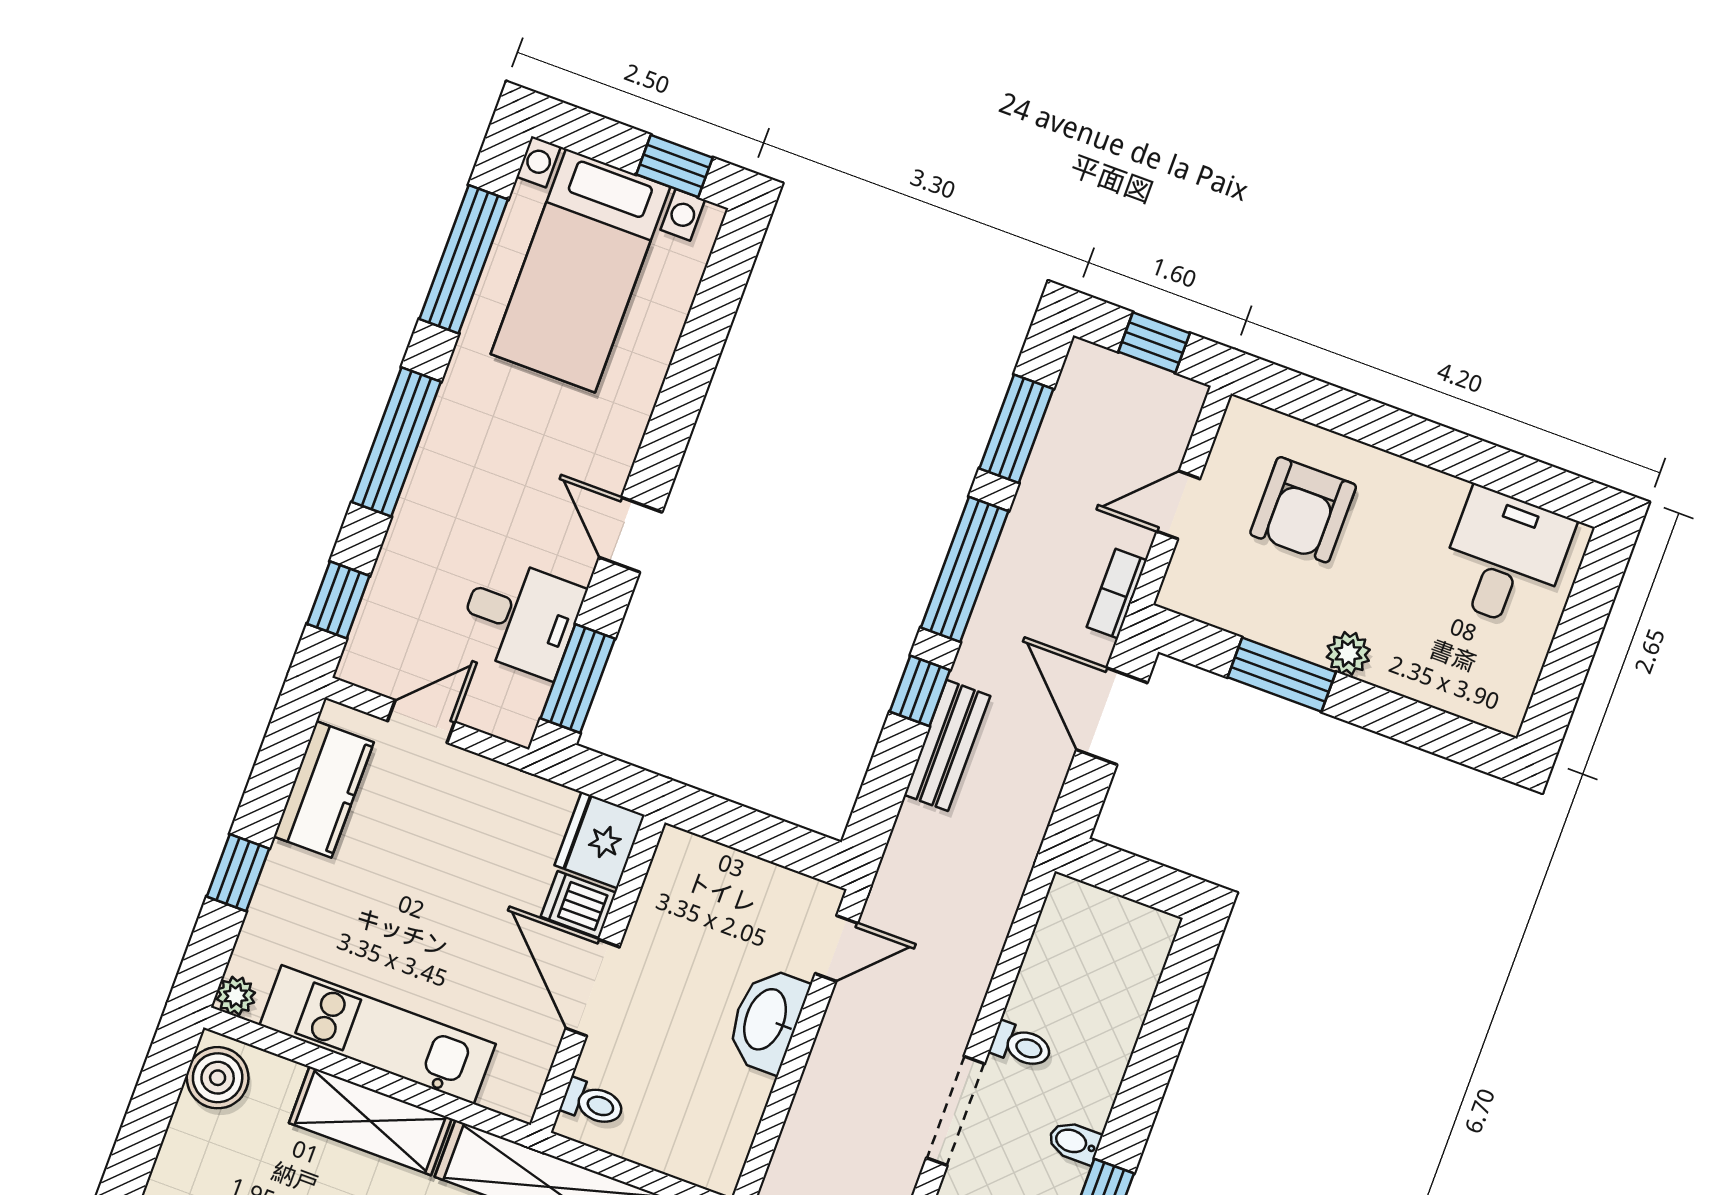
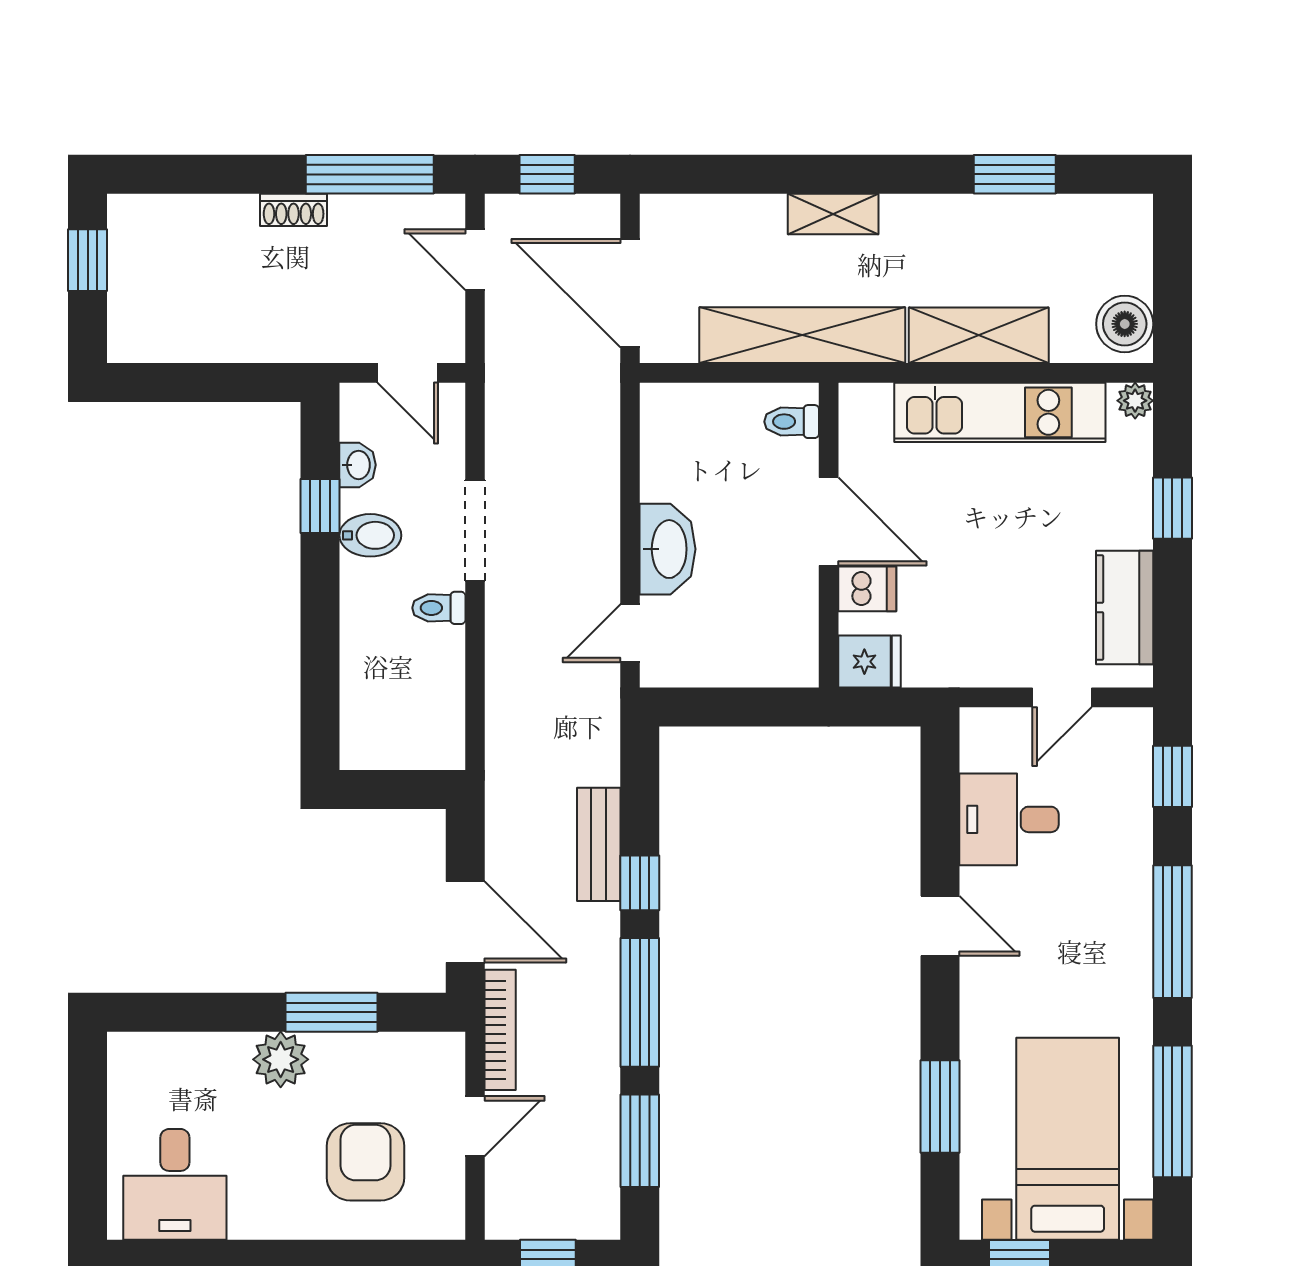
bookcase: (1117, 594) -> (500, 1030), width x1.56
plant: (1348, 653) -> (281, 1059), width x1.38, depth x1.38
window: (578, 679) -> (940, 1106), moved
fridge: (600, 840) -> (869, 662), width x0.72
bidet: (1074, 1142) -> (370, 535), width x1.38, depth x1.36

